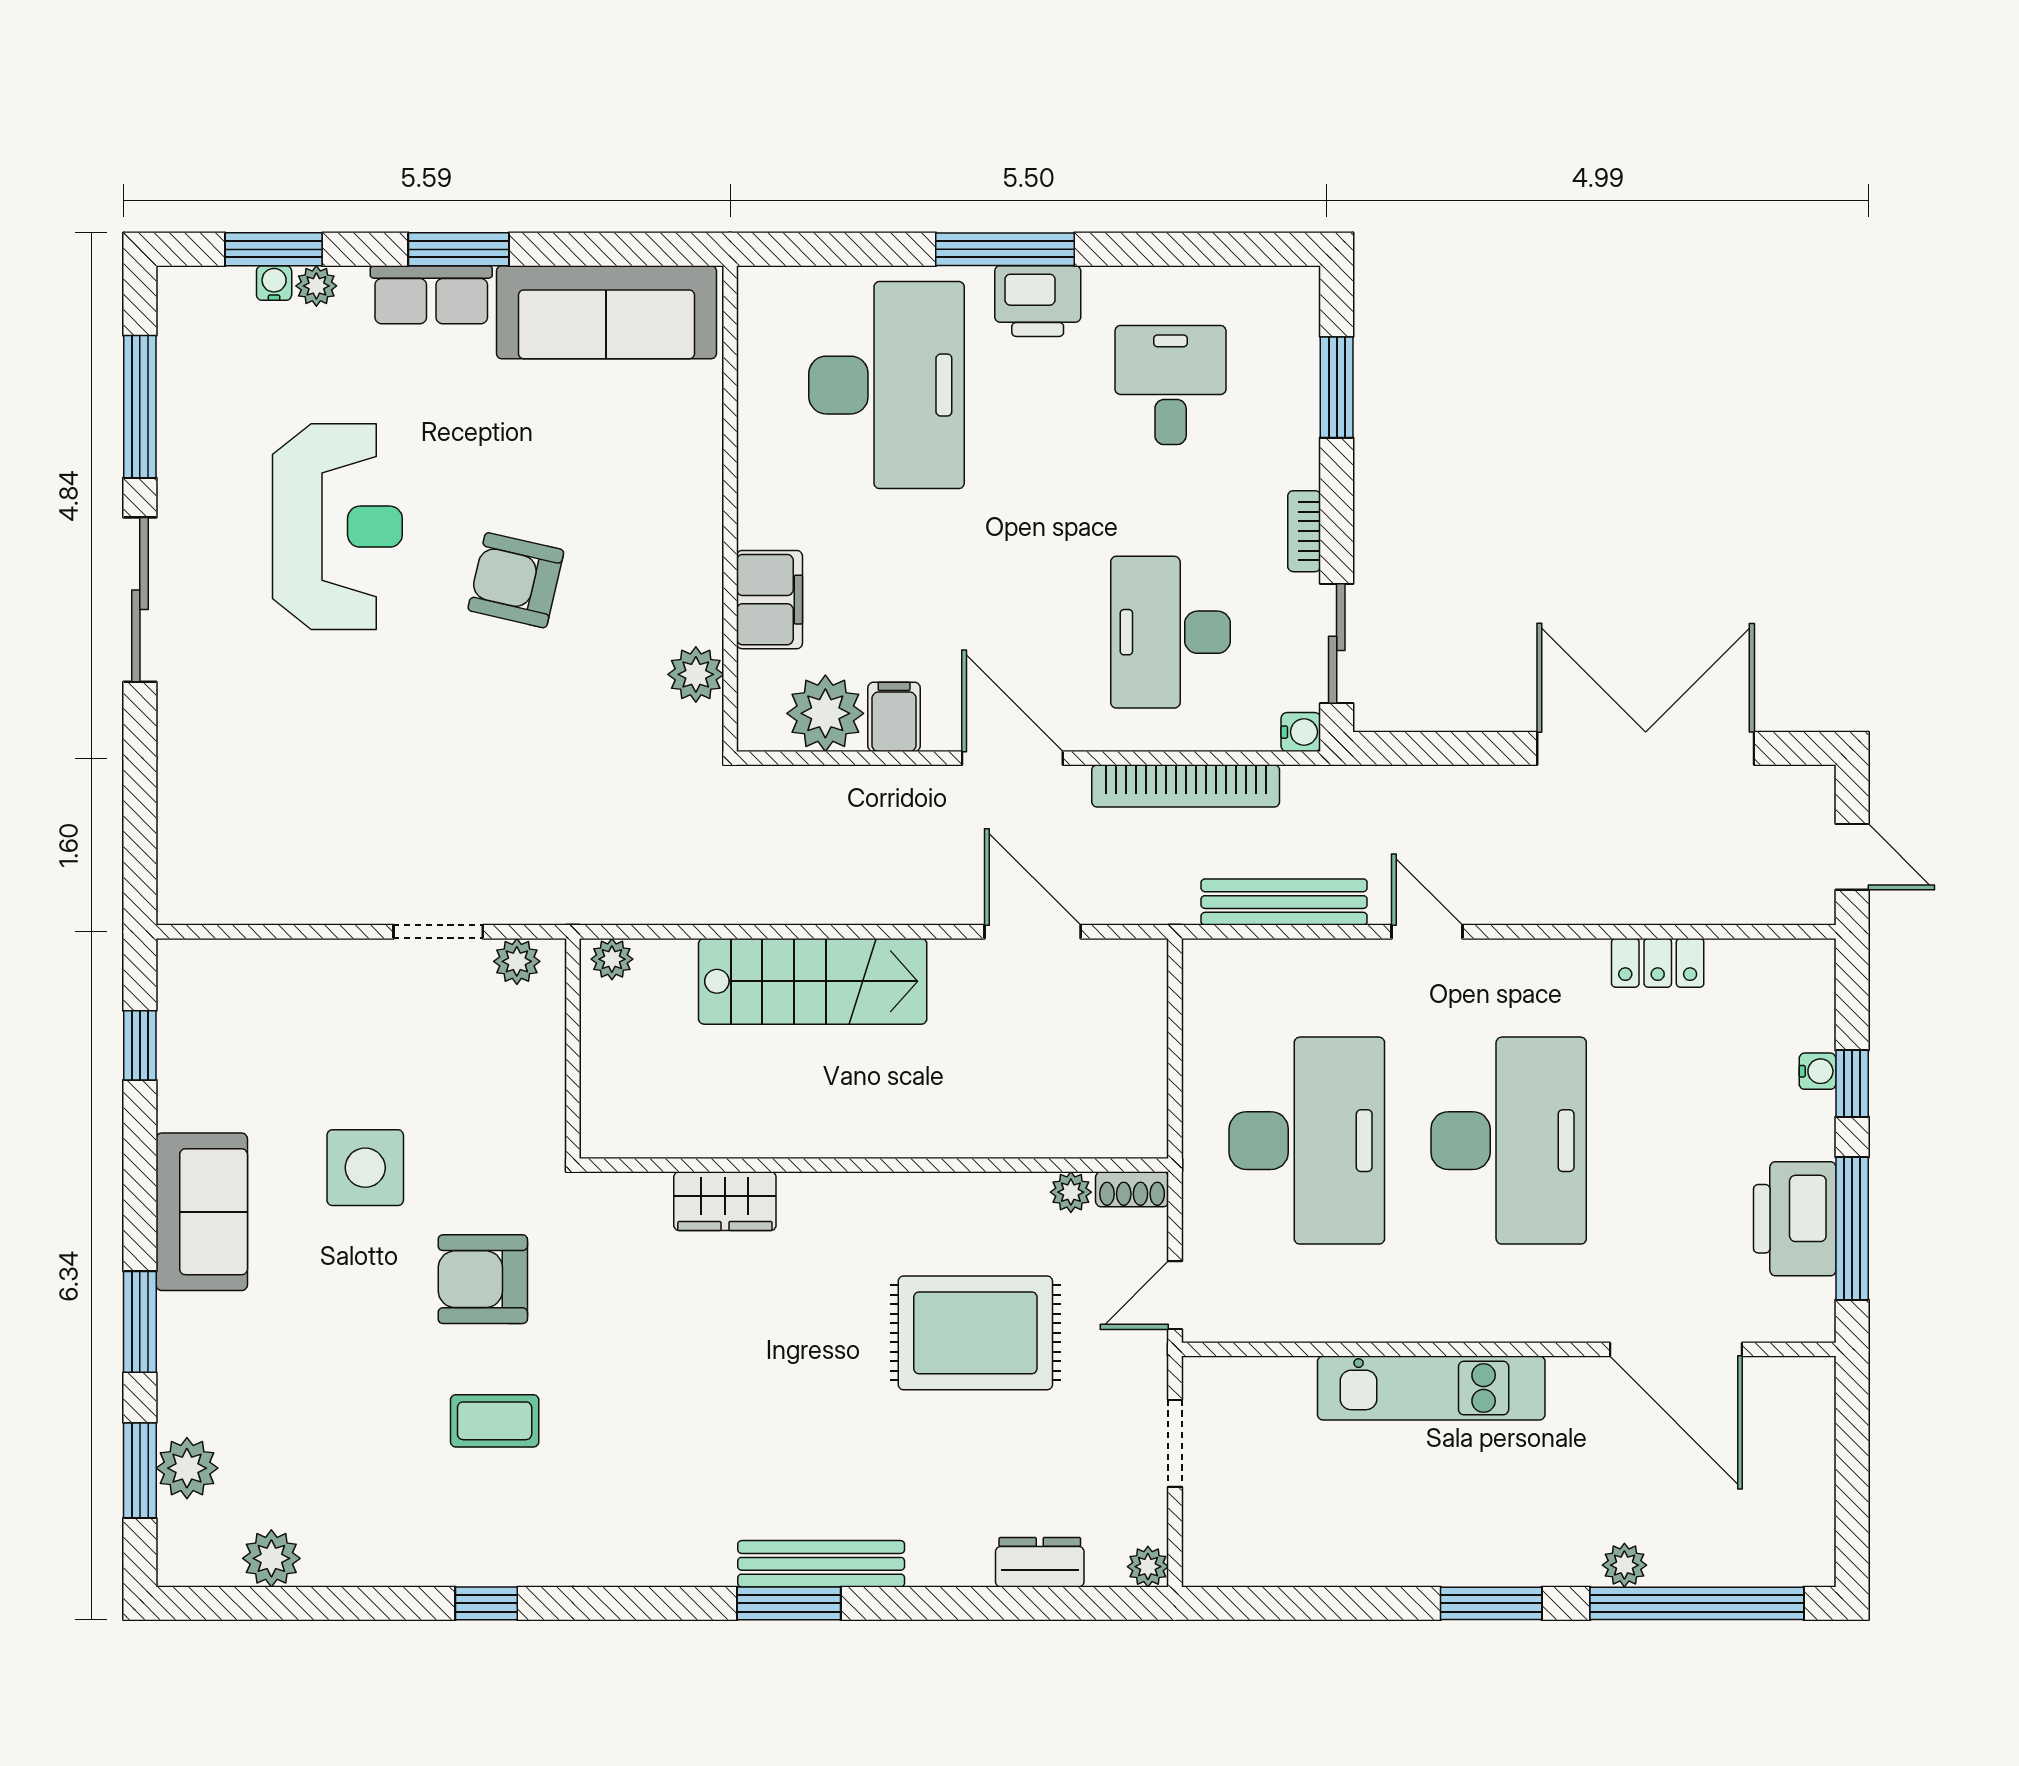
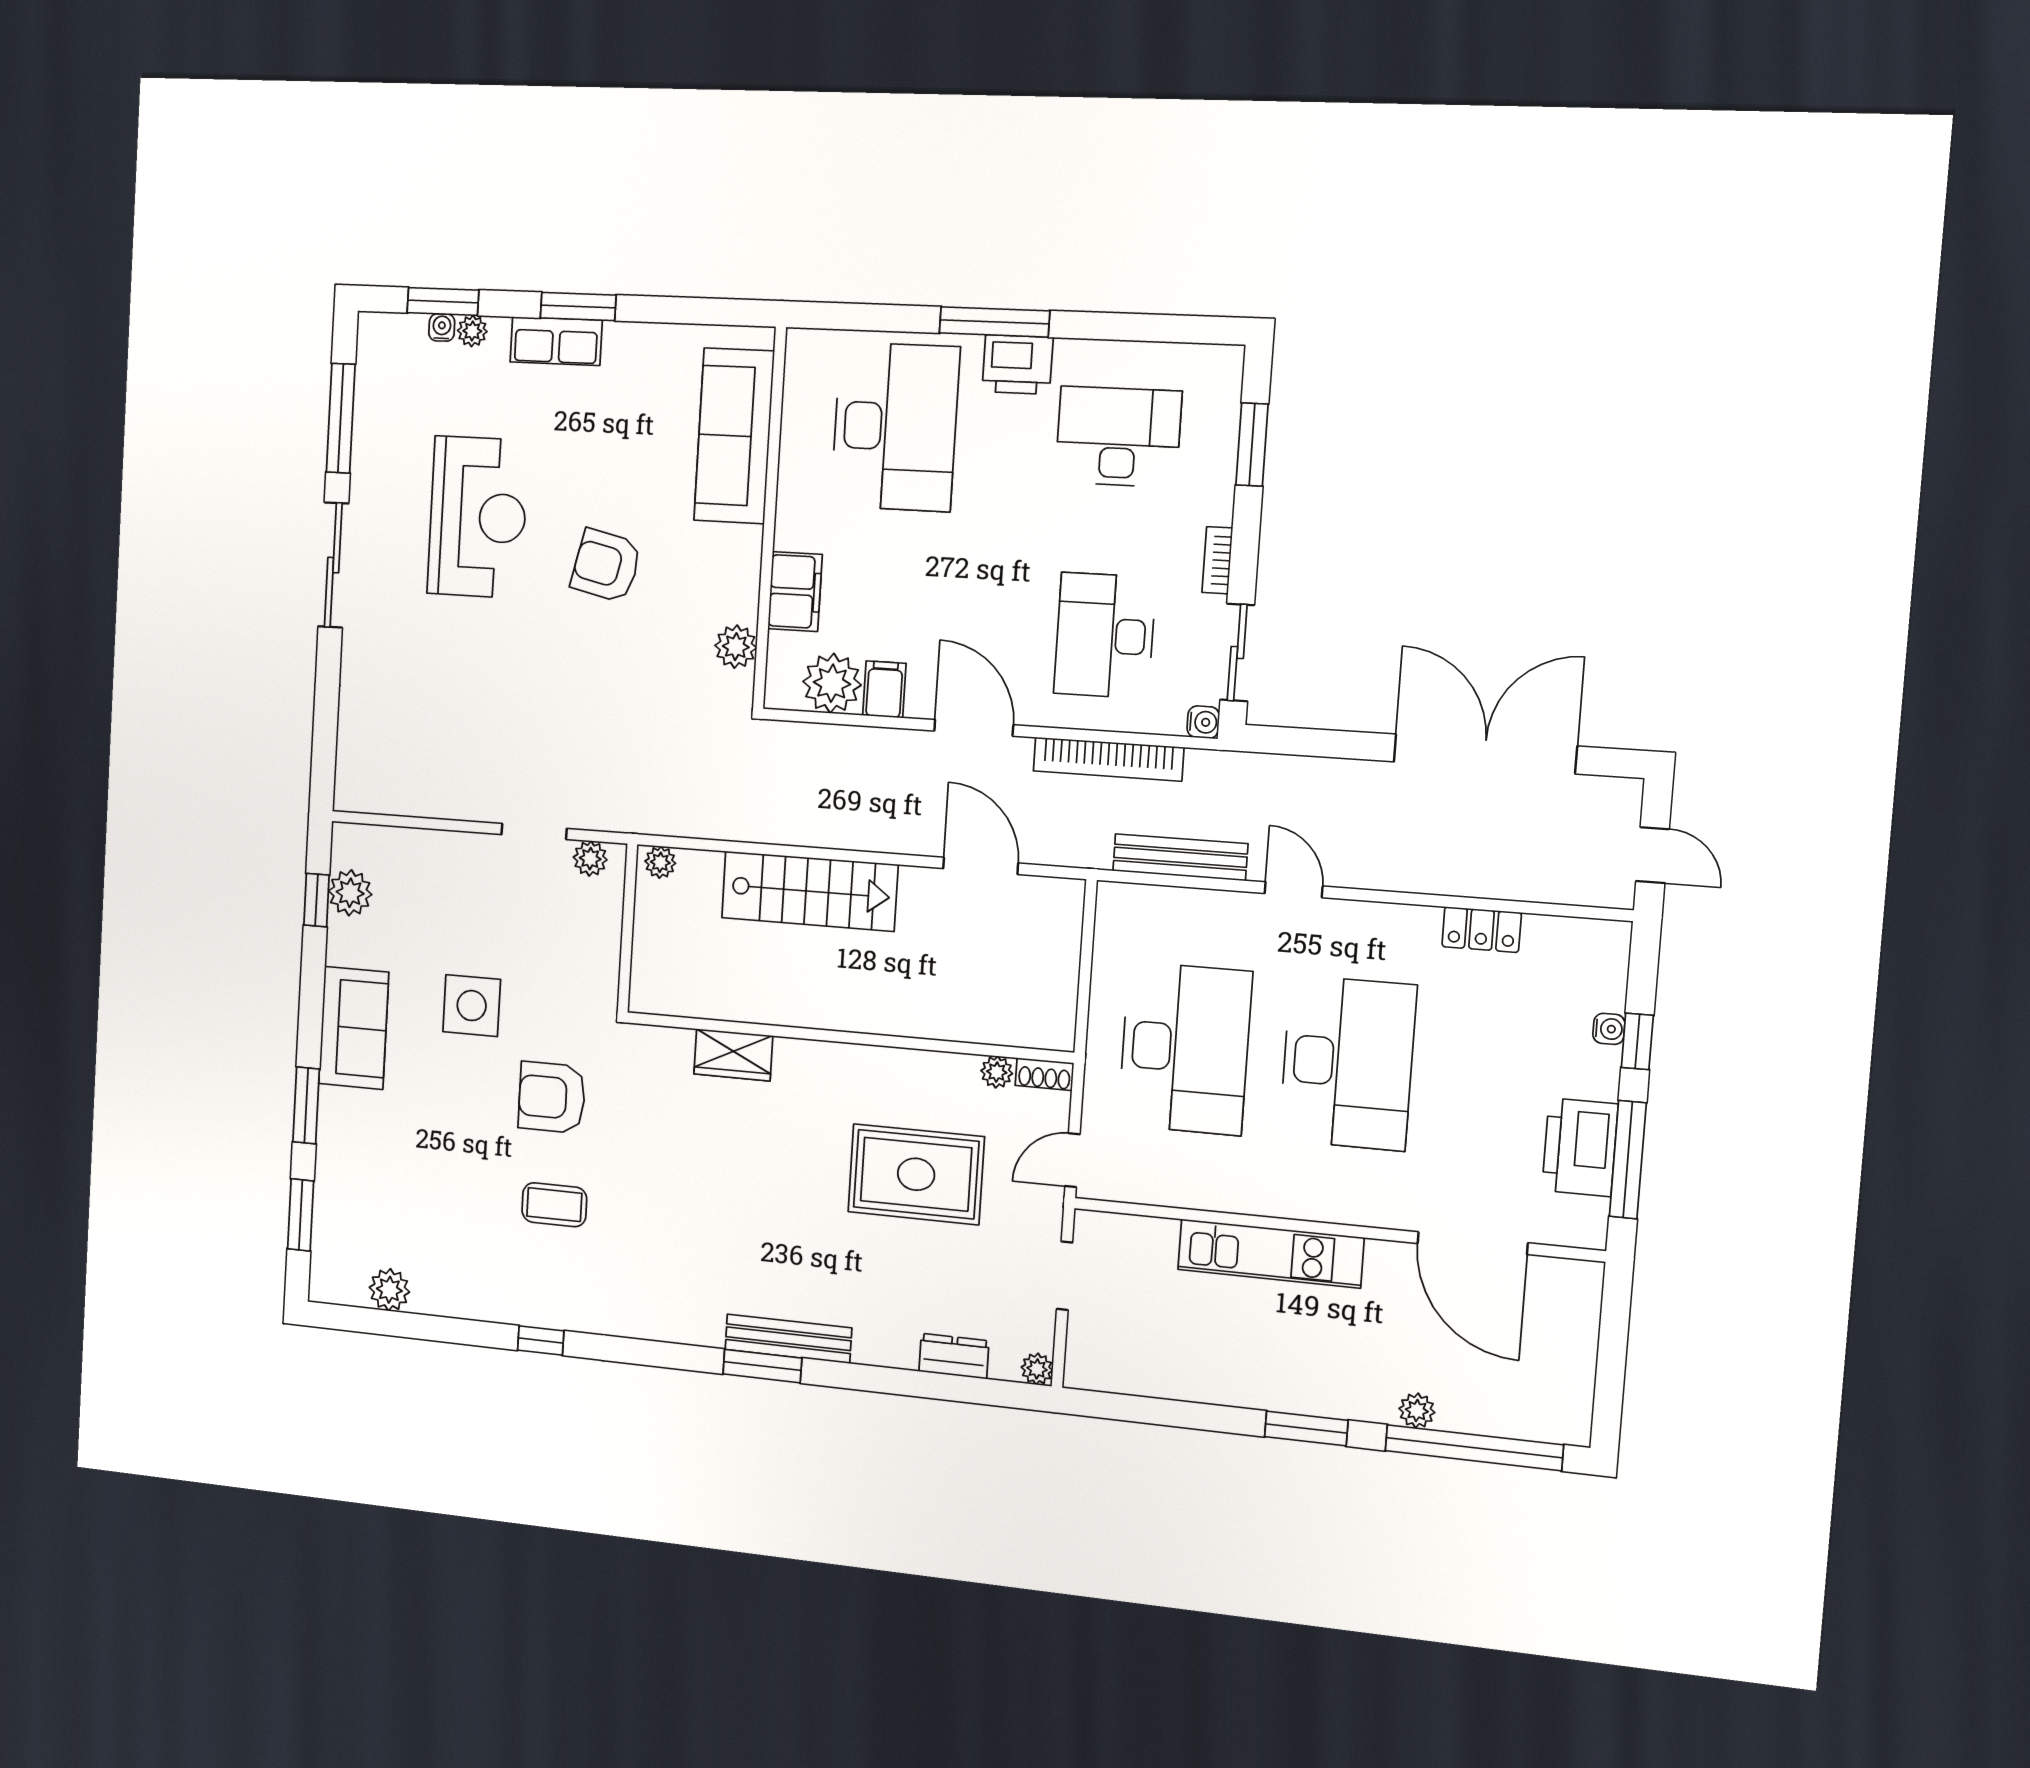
sofa: (606, 312) -> (734, 436), moved, turned 90
desk: (1171, 385) -> (1118, 437), width x1.37
plant: (187, 1468) -> (350, 893), moved

